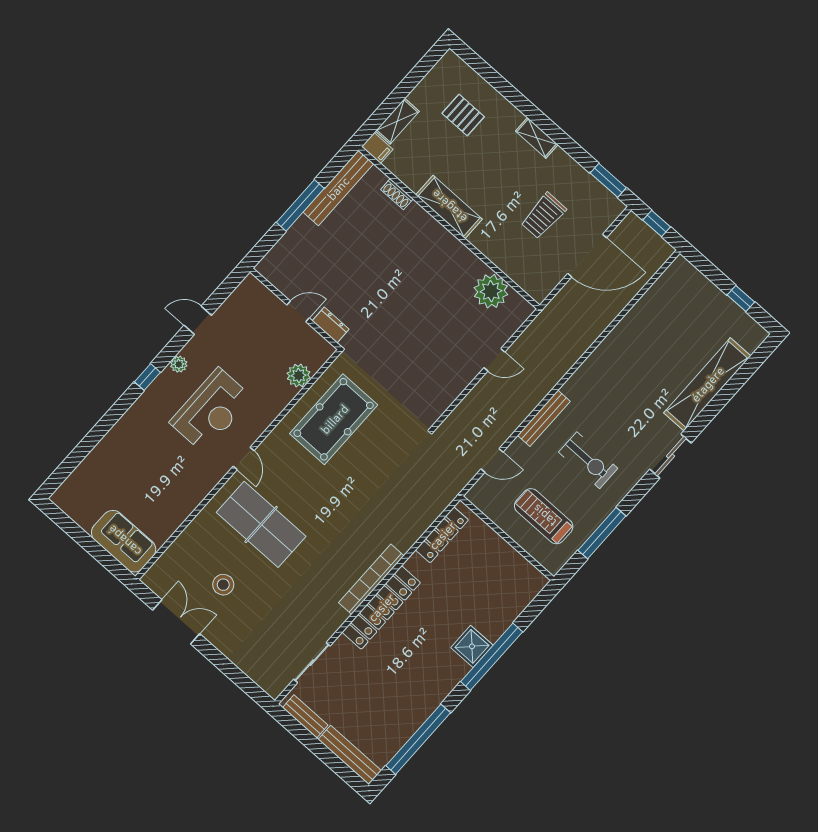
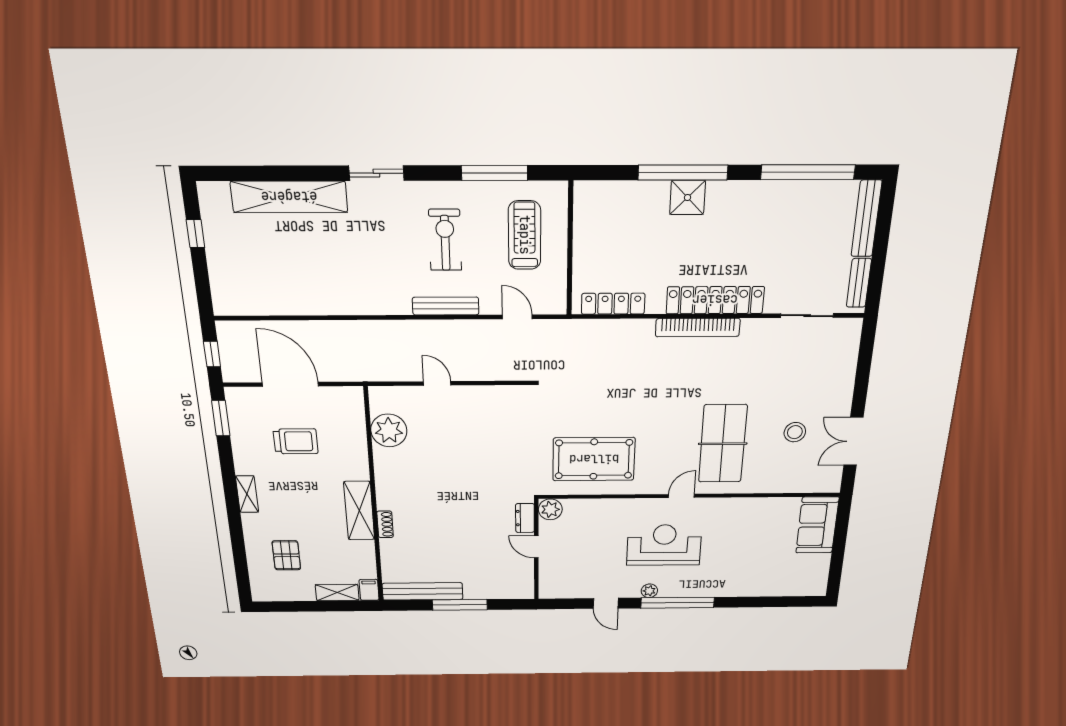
shoe rack: (397, 194) -> (385, 524), moved
plant: (299, 375) -> (550, 509), moved
window: (147, 377) -> (677, 603), width x3.17
treadmill: (544, 516) -> (525, 235), turned 180

